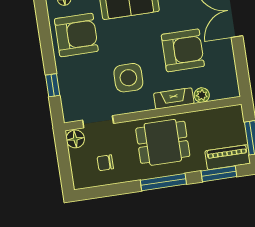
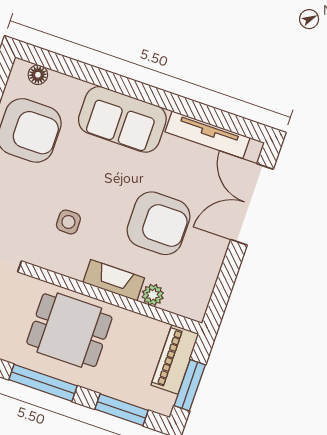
side table: (128, 78) -> (68, 222), width x0.54, depth x0.54
piano: (228, 157) -> (175, 359), moved, turned -90

